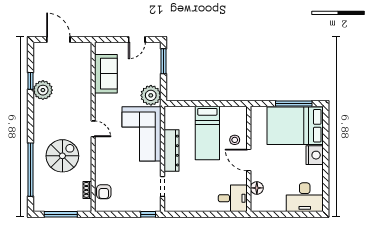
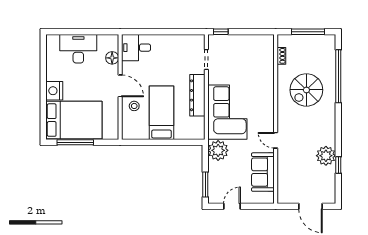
door: (93, 129) -> (276, 140), moved
armchair: (104, 192) -> (265, 54), removed
desk: (305, 197) -> (78, 49), moved

